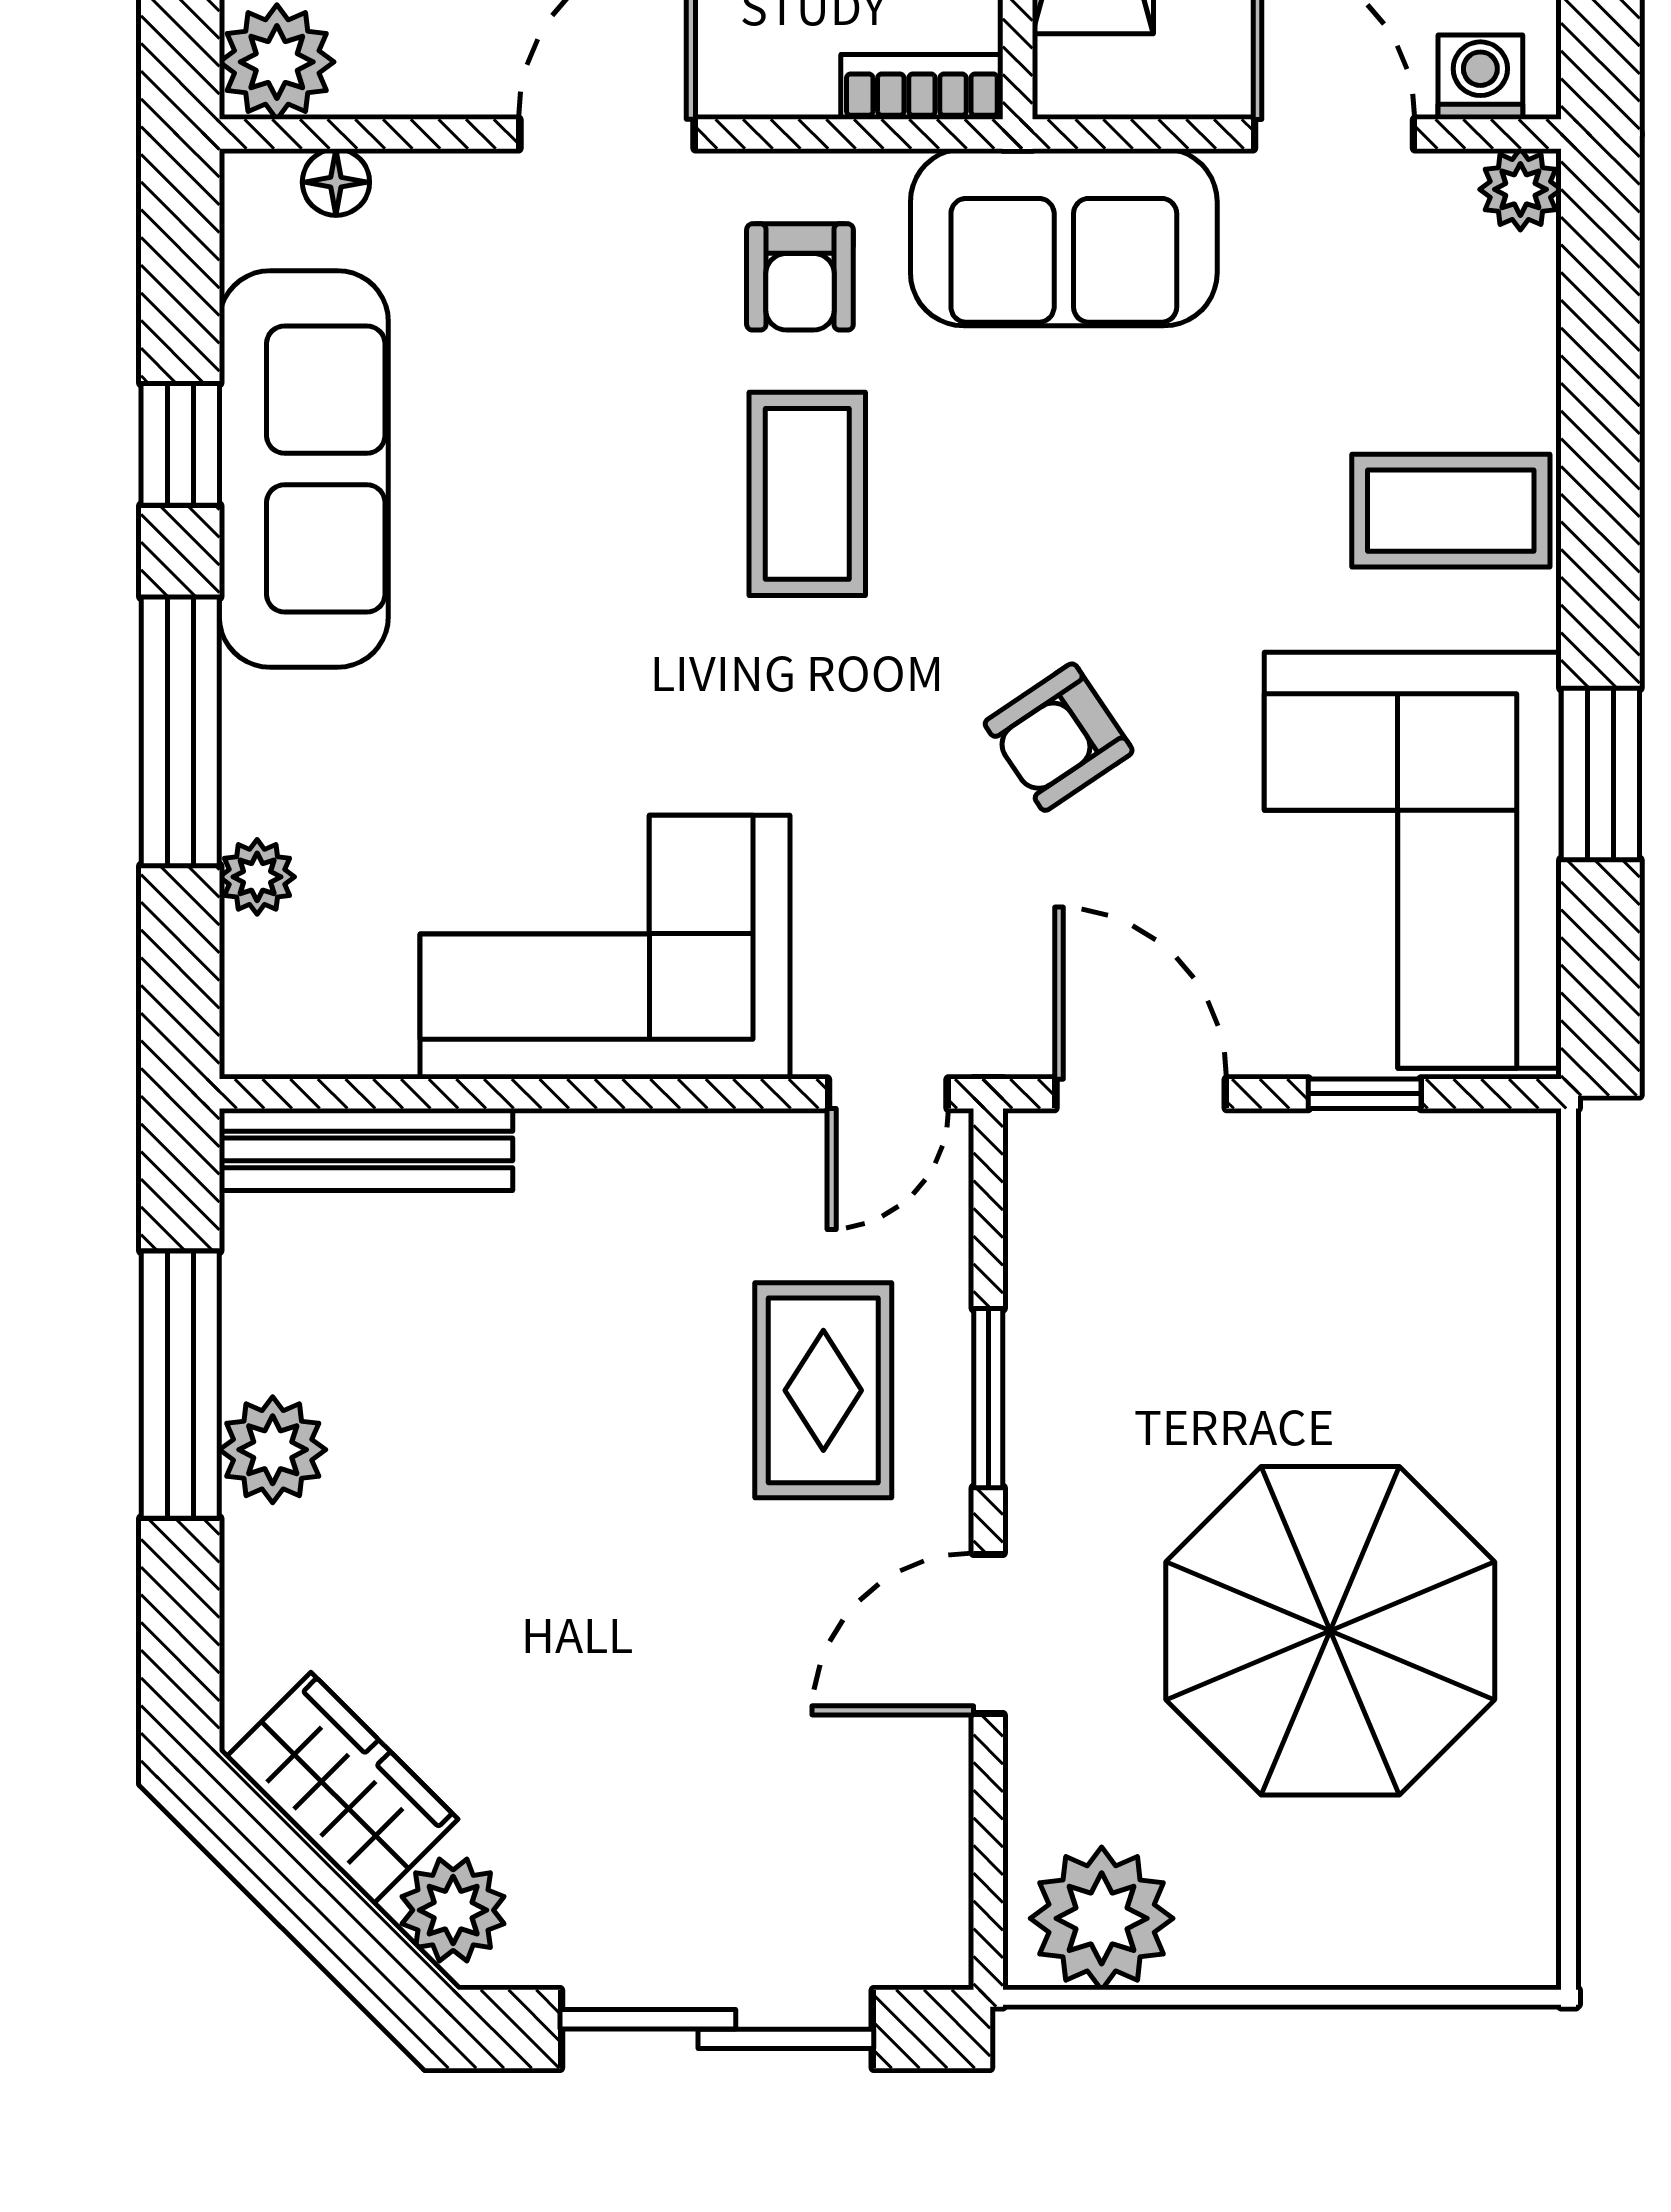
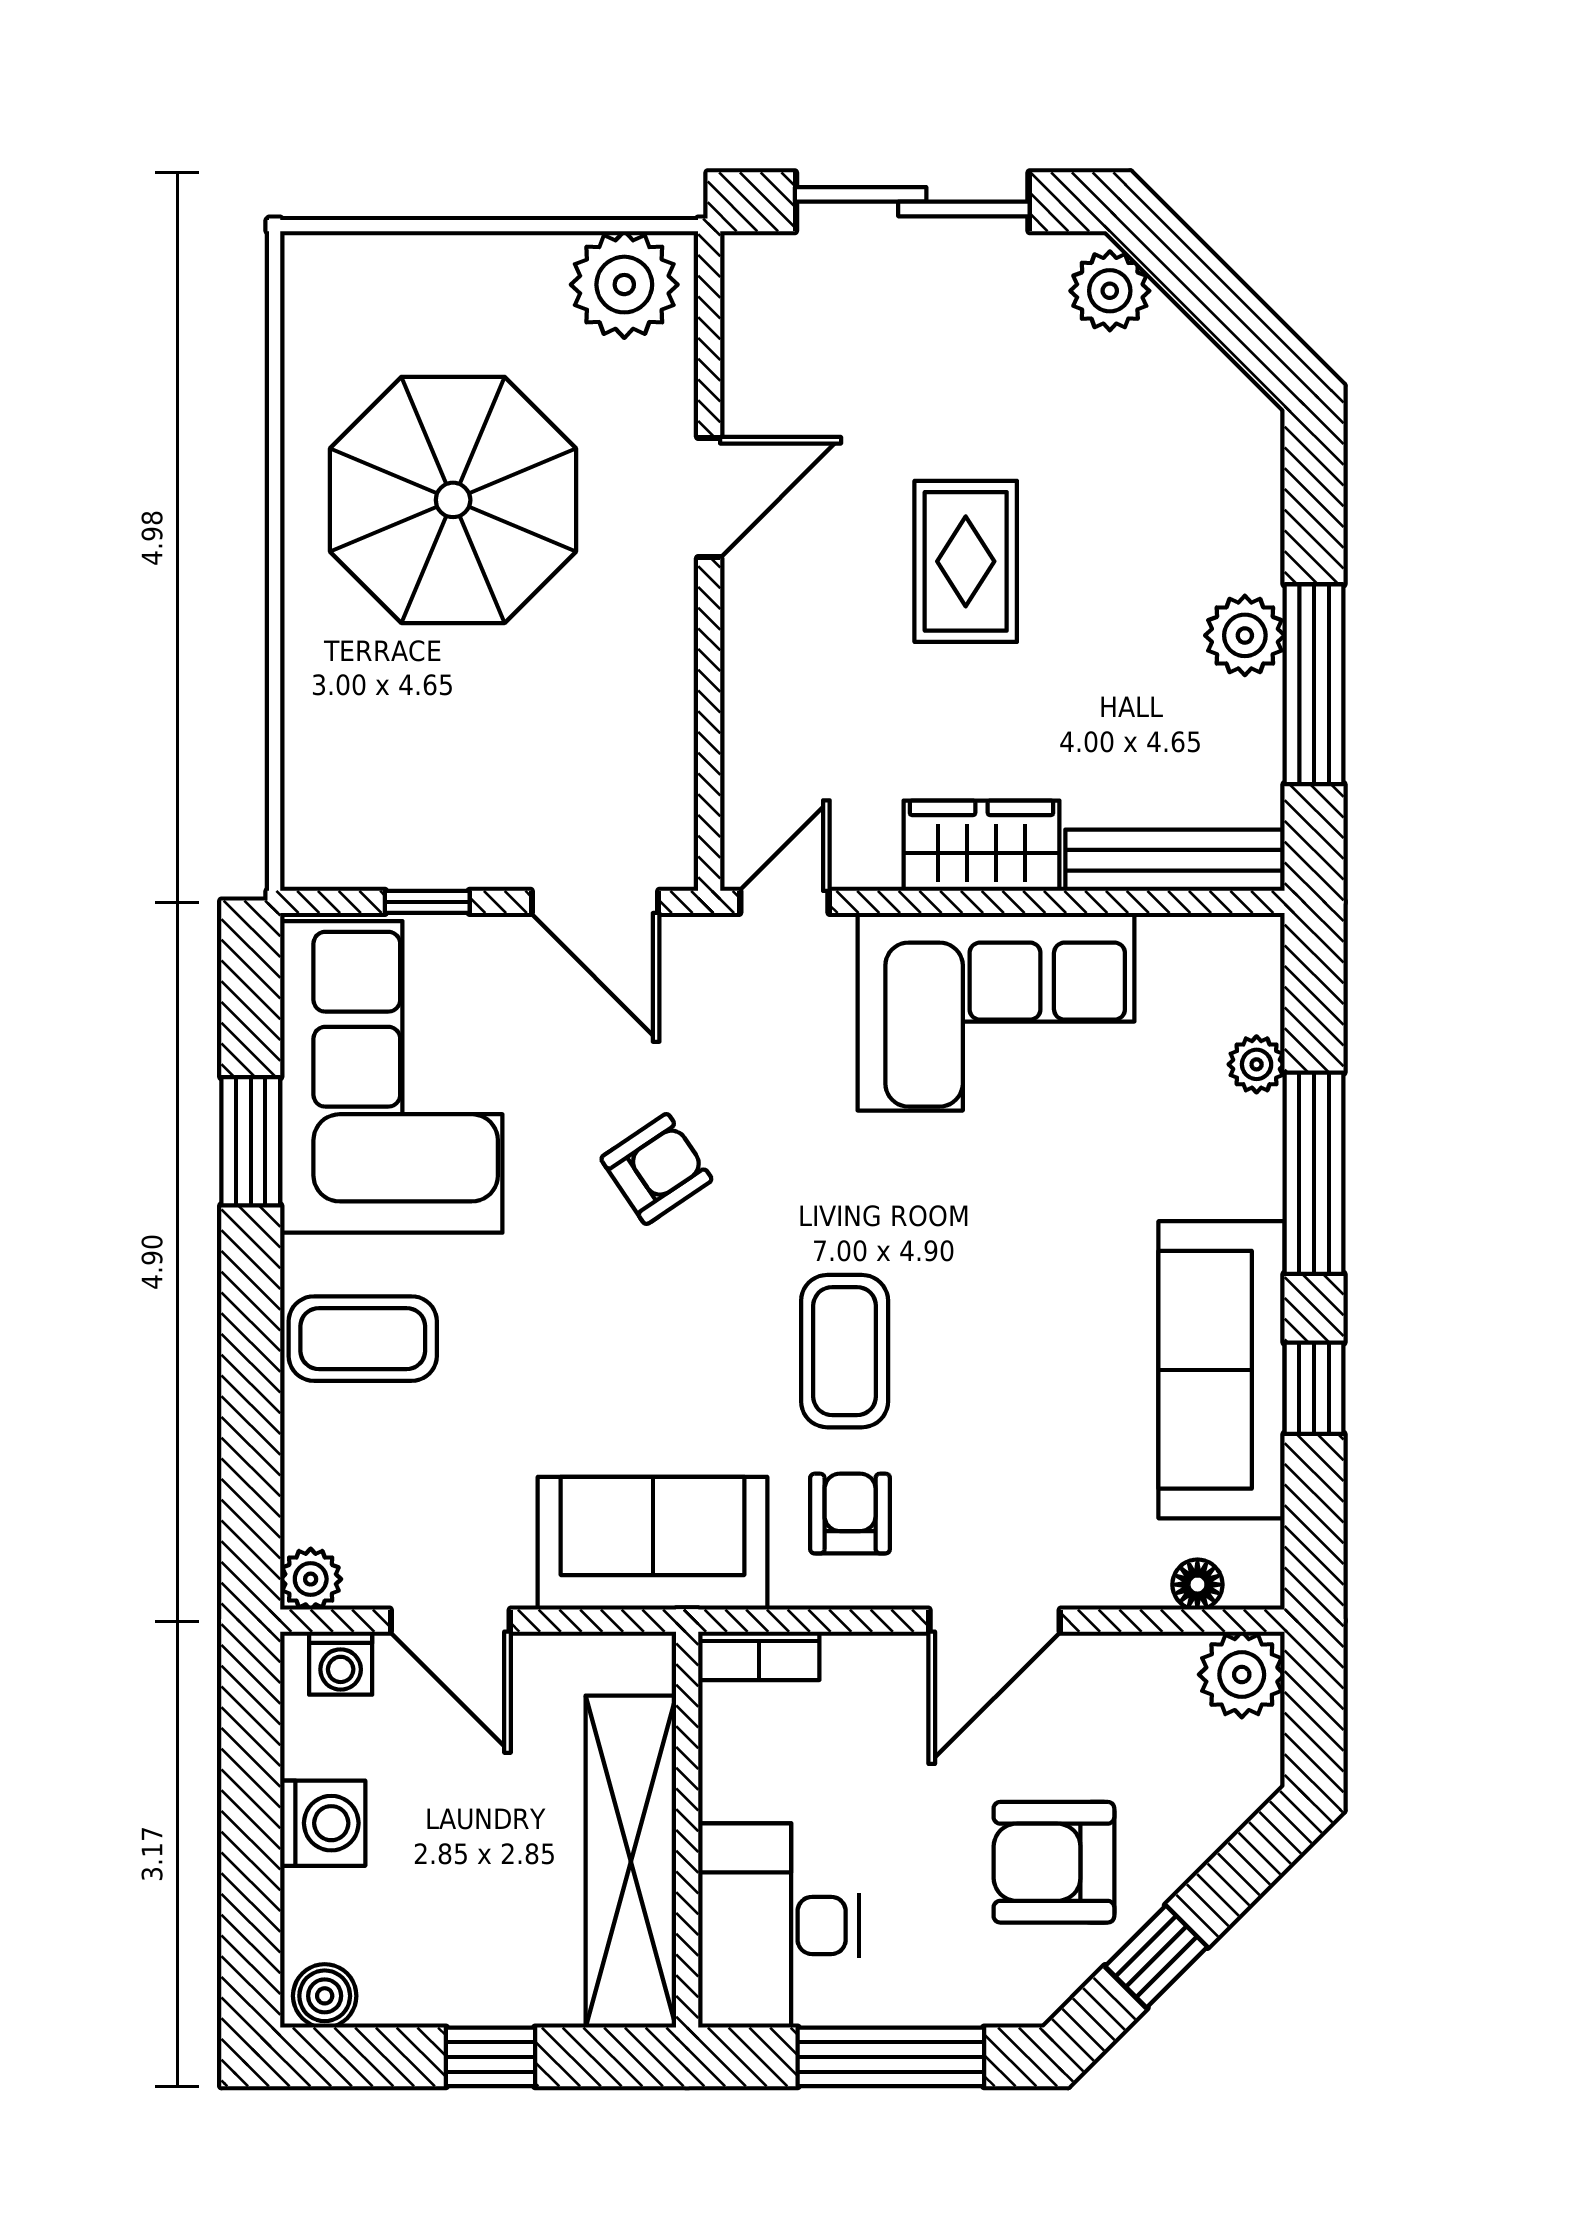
rug: (823, 1390) -> (966, 561), moved
window: (988, 1398) -> (709, 674), removed
wardrobe: (342, 1788) -> (982, 846), moved, turned 135

